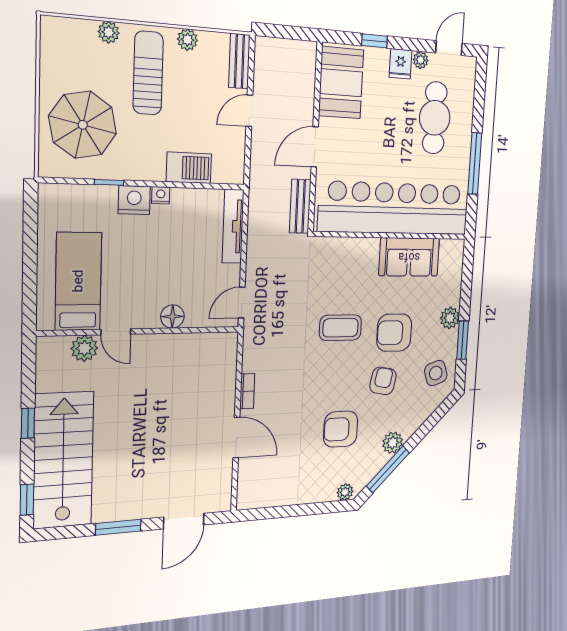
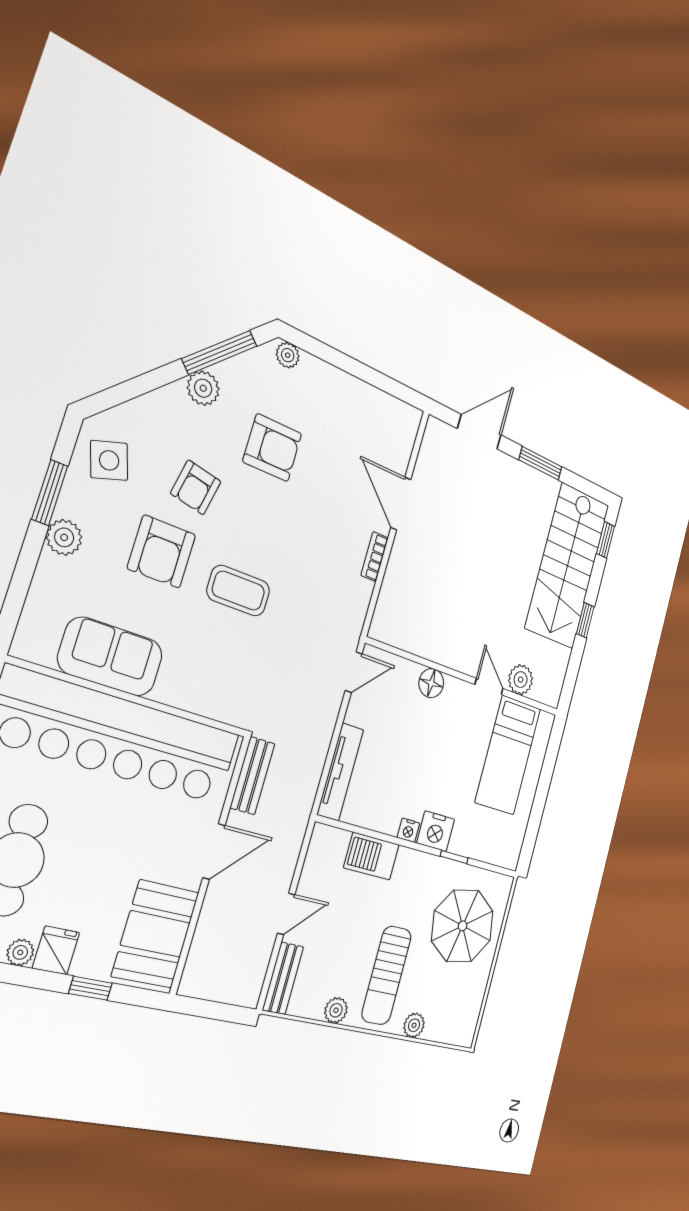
armchair: (394, 333) -> (162, 552), turned 90

